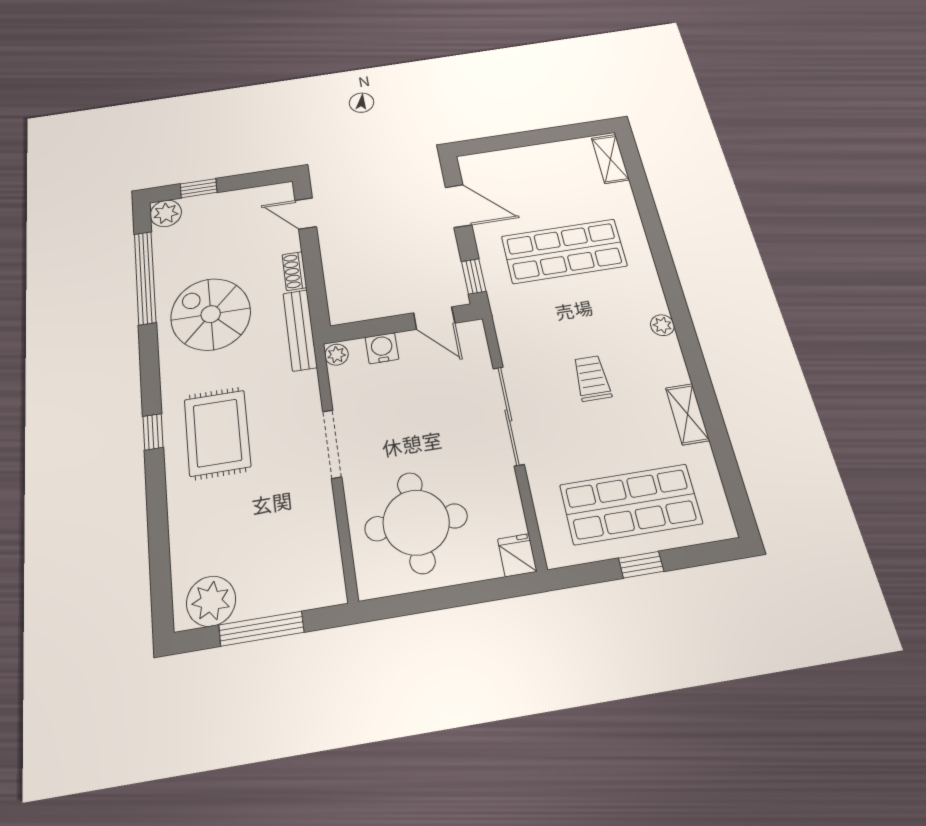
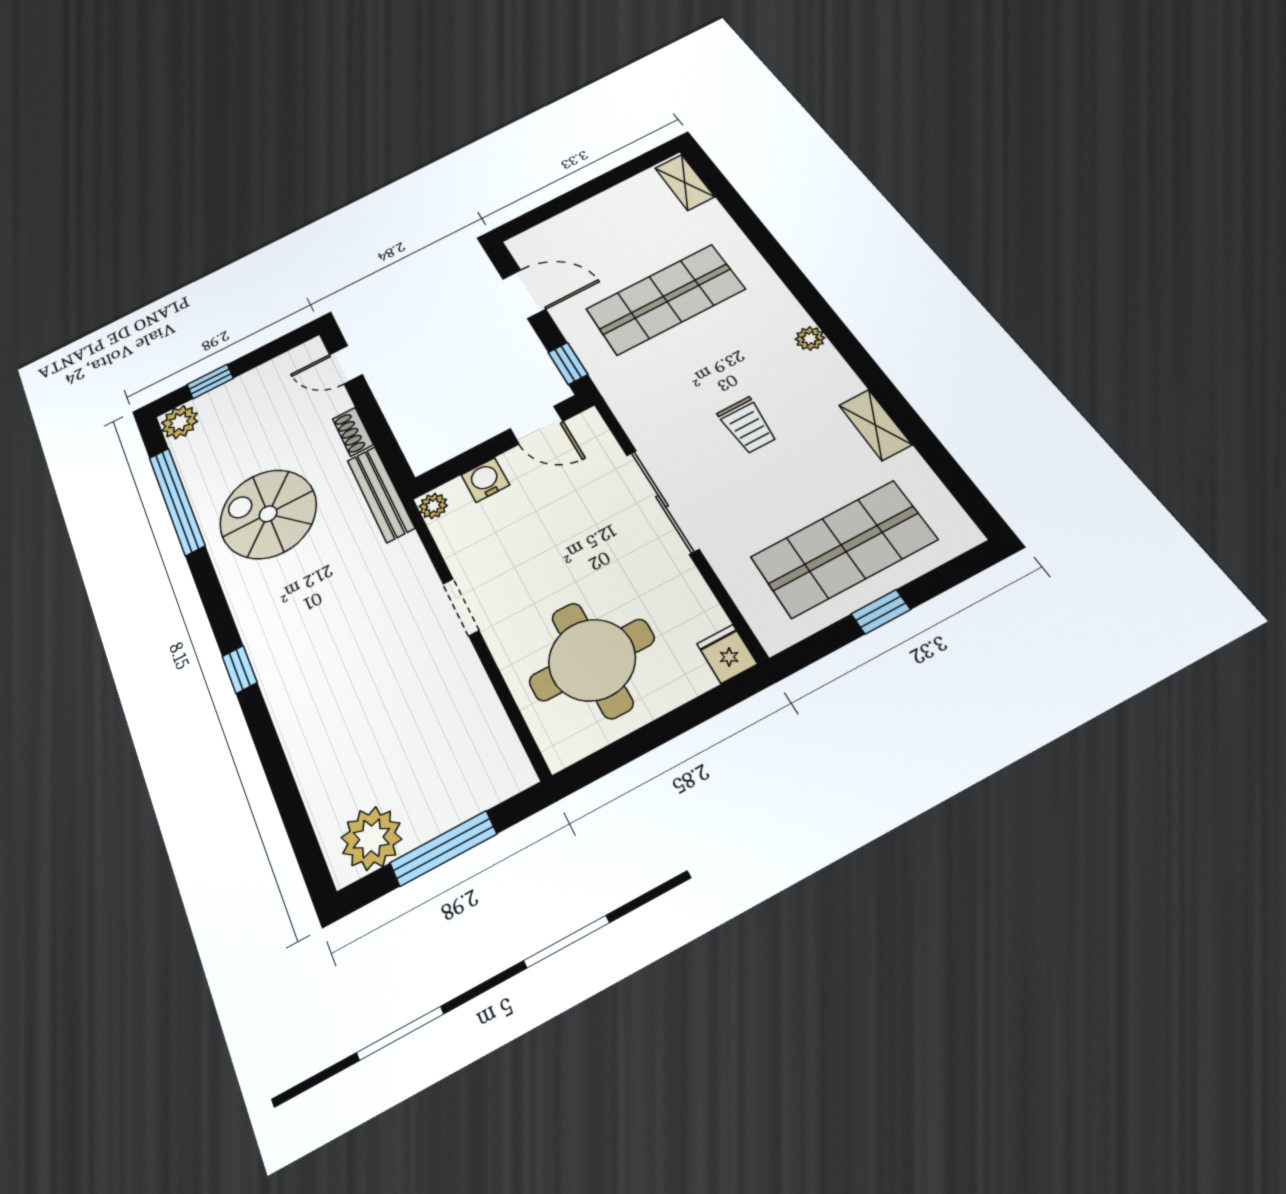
trolley: (592, 378) -> (747, 425), turned 180
rug: (217, 433) -> (318, 643), removed
doorway: (332, 444) -> (461, 607), width x0.73

